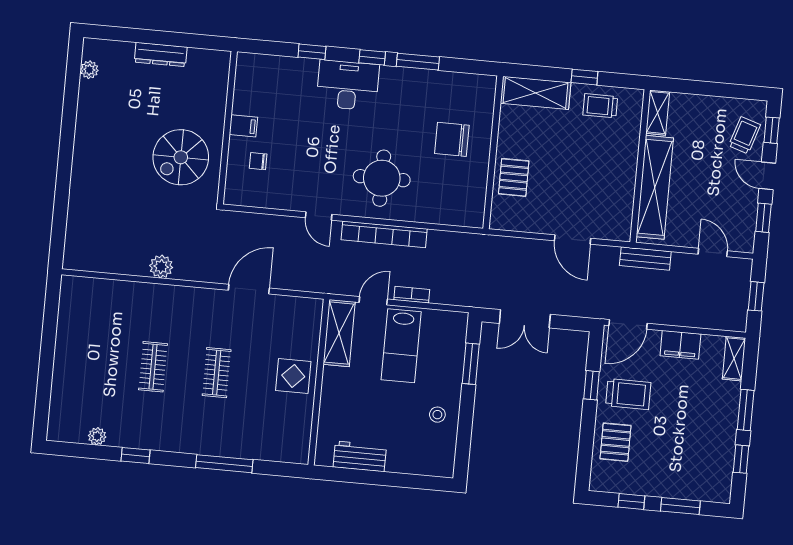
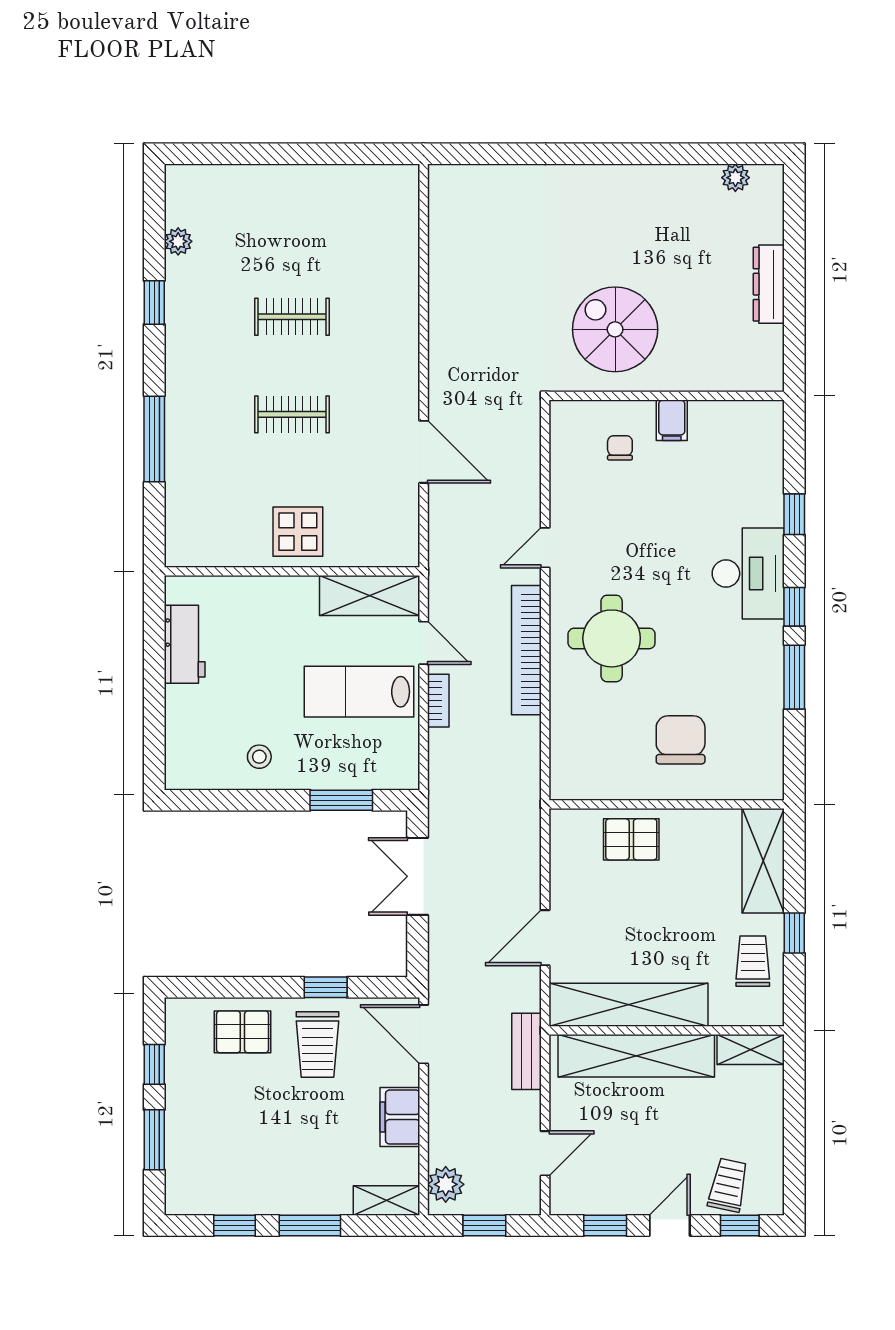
trolley: (745, 135) -> (728, 1185), turned -96
shelving: (621, 189) -> (629, 1005), added
plant: (161, 267) -> (446, 1184), moved

